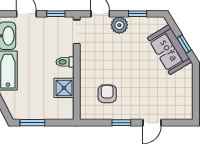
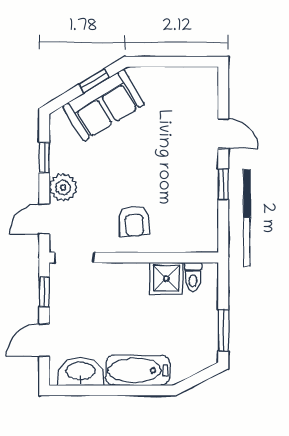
toilet: (65, 62) -> (193, 277), moved
armchair: (107, 94) -> (134, 221), moved, turned -95

